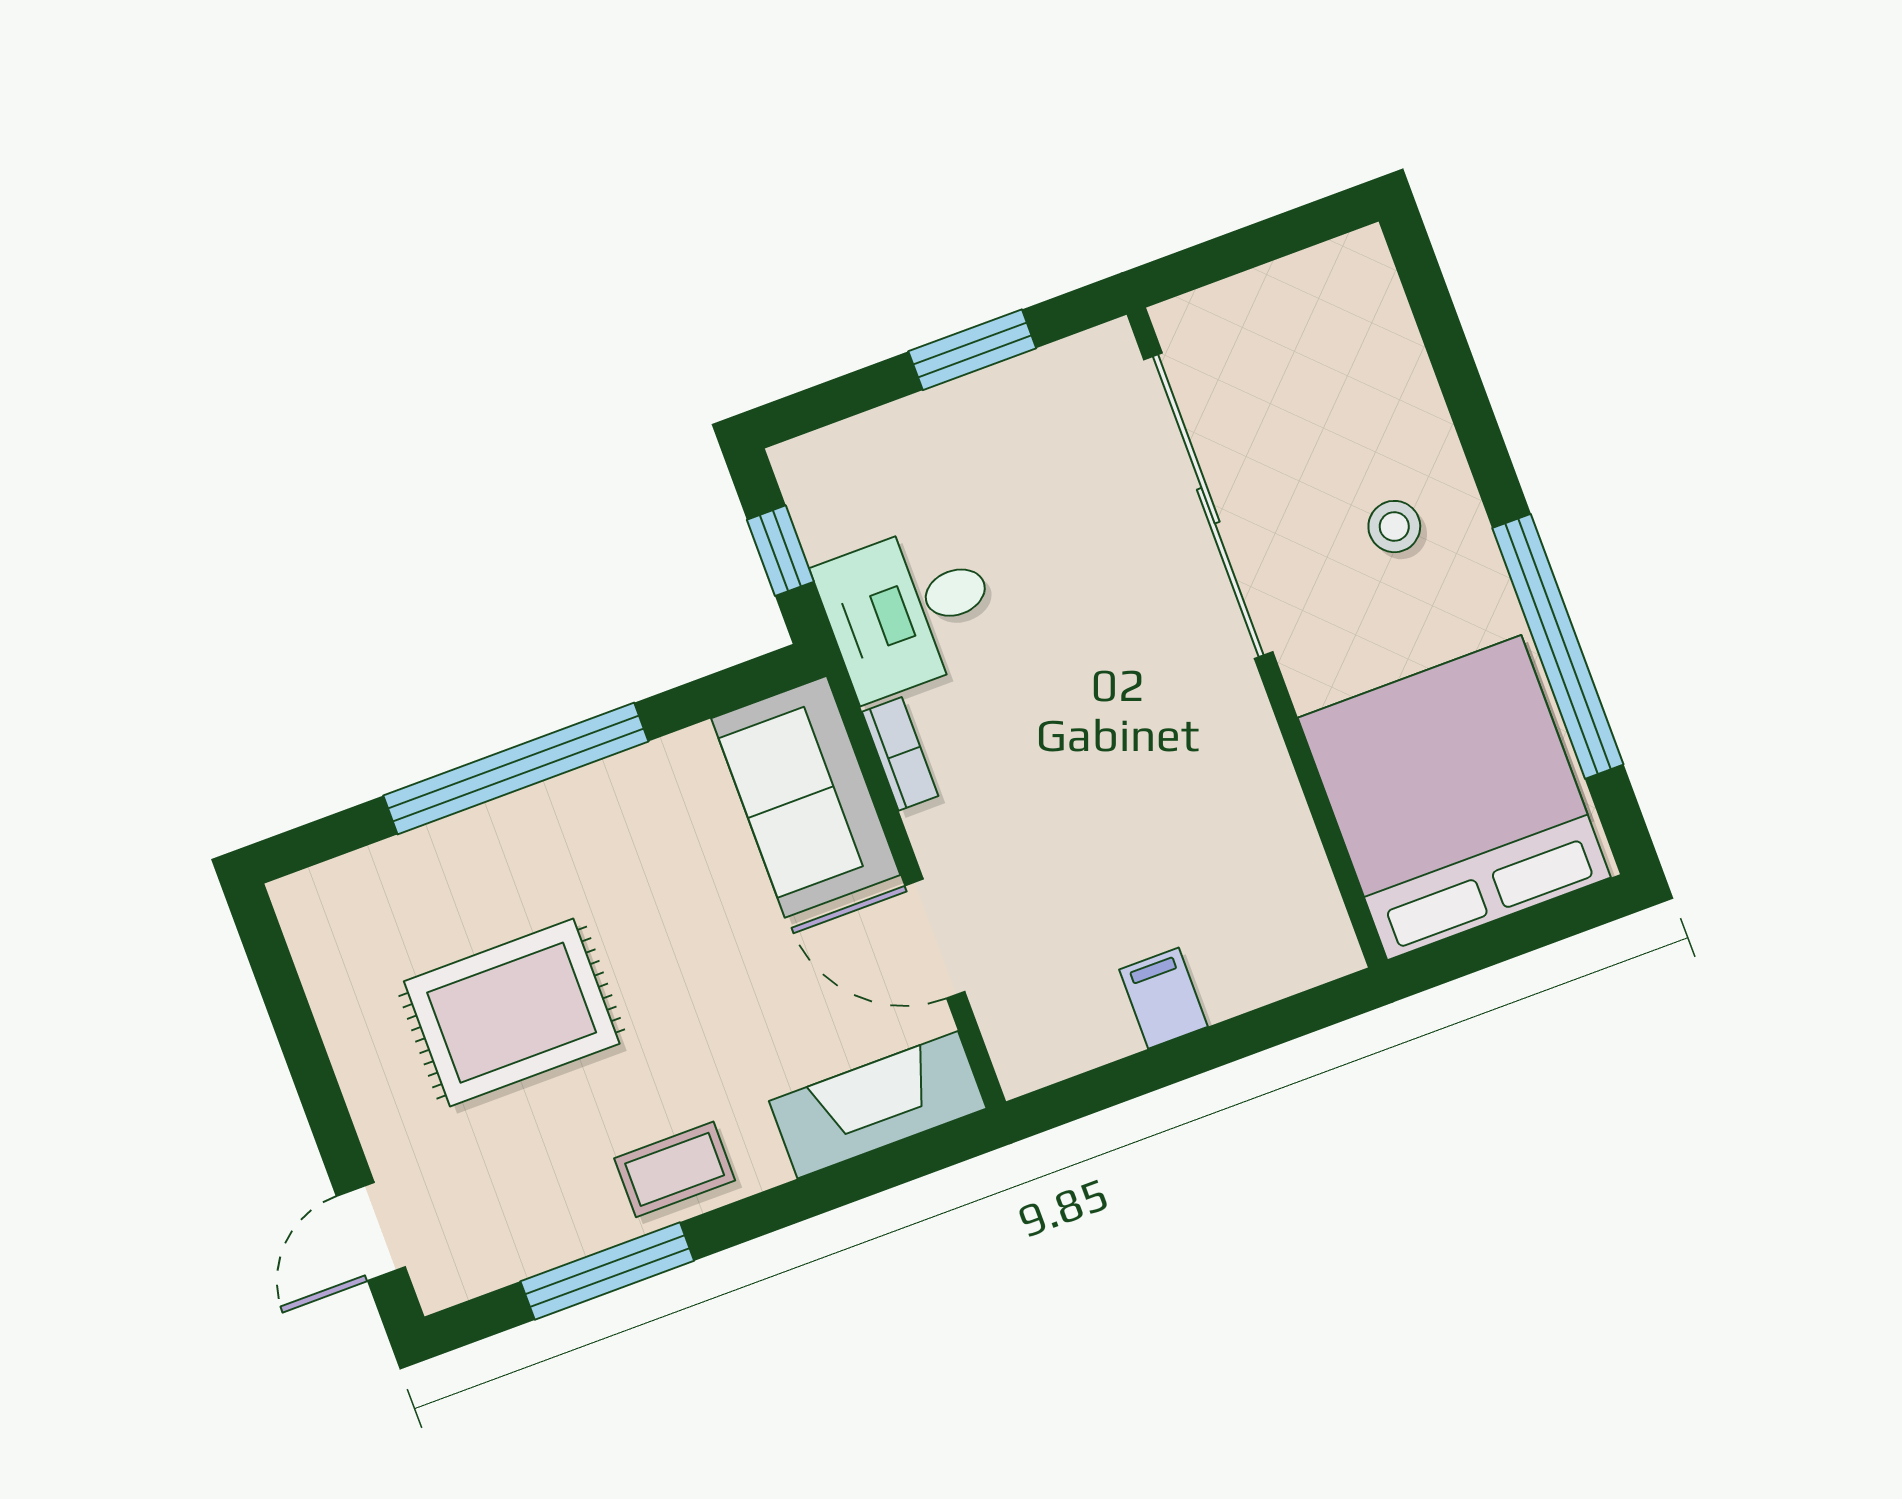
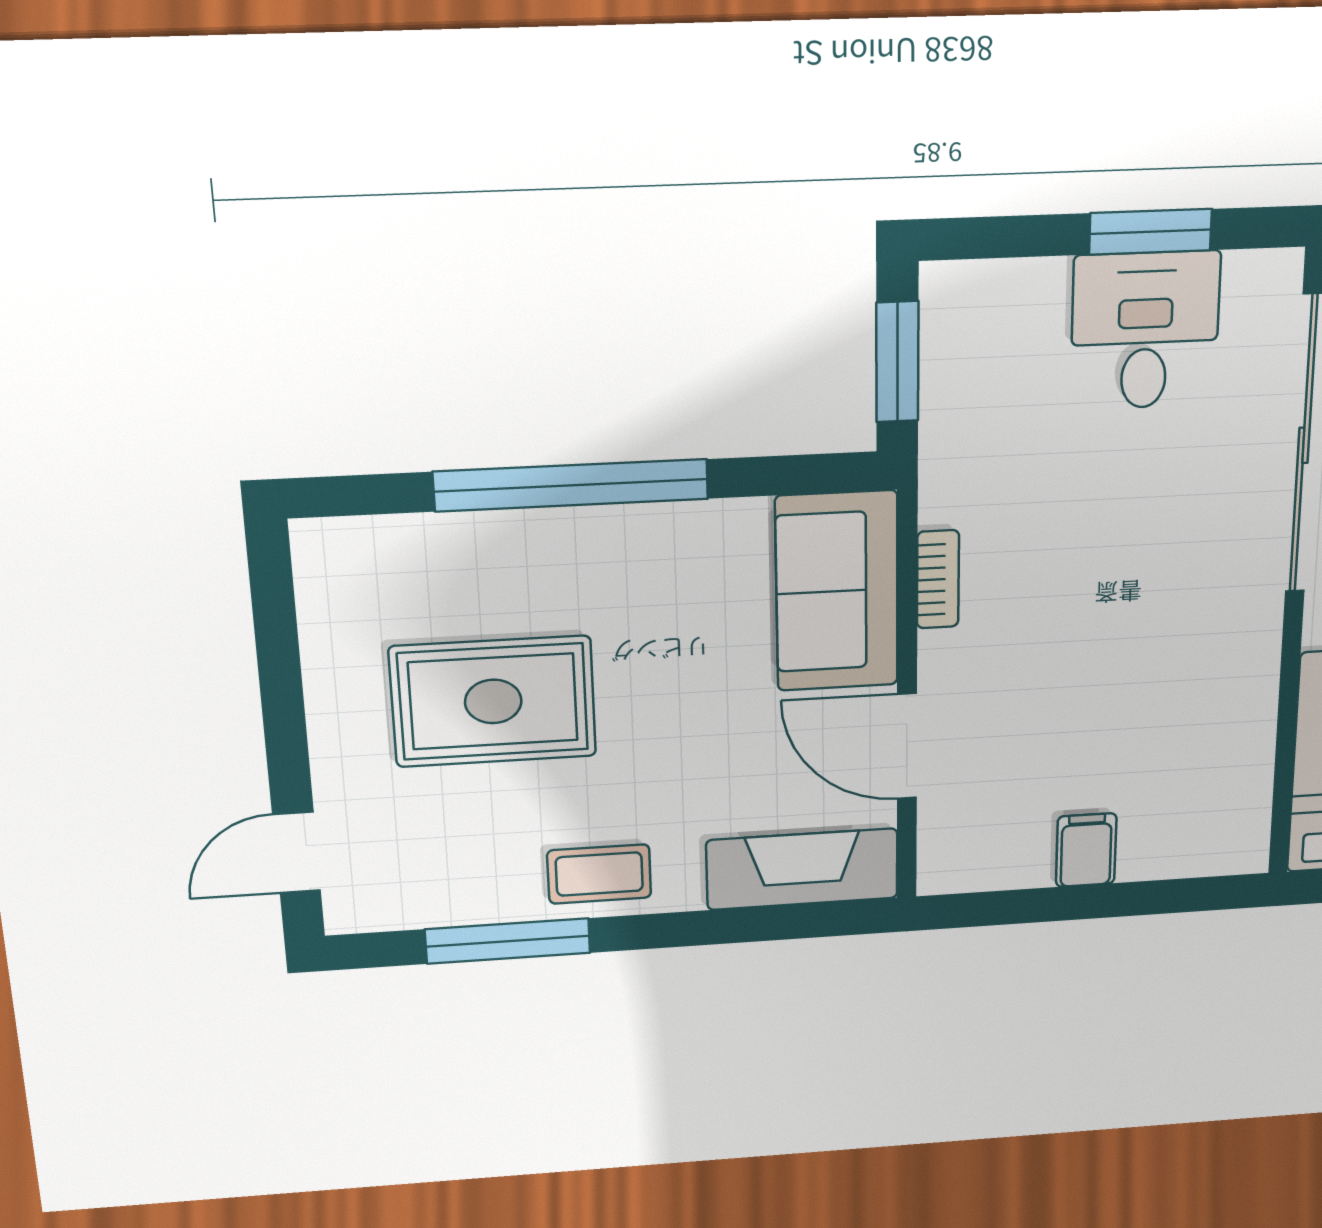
window: (780, 551) -> (897, 362), width x1.50
desk: (909, 610) -> (1145, 331), moved, turned 90

